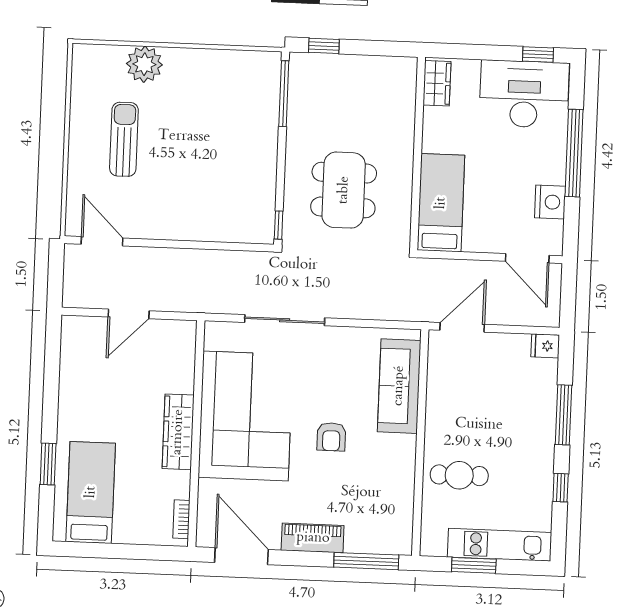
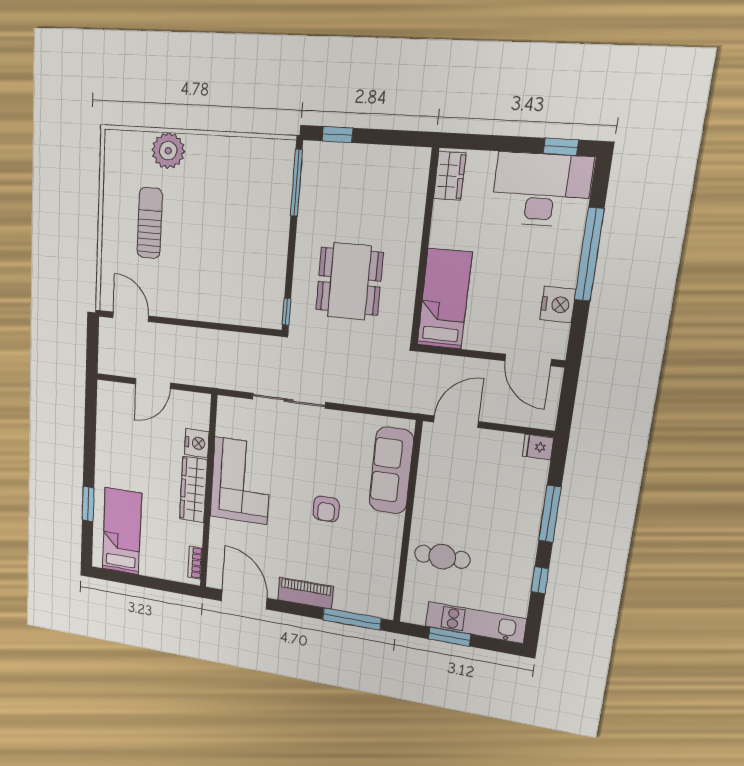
nightstand: (181, 377) -> (197, 443), added
corner sofa: (246, 416) -> (241, 481), width x0.73, depth x0.74

